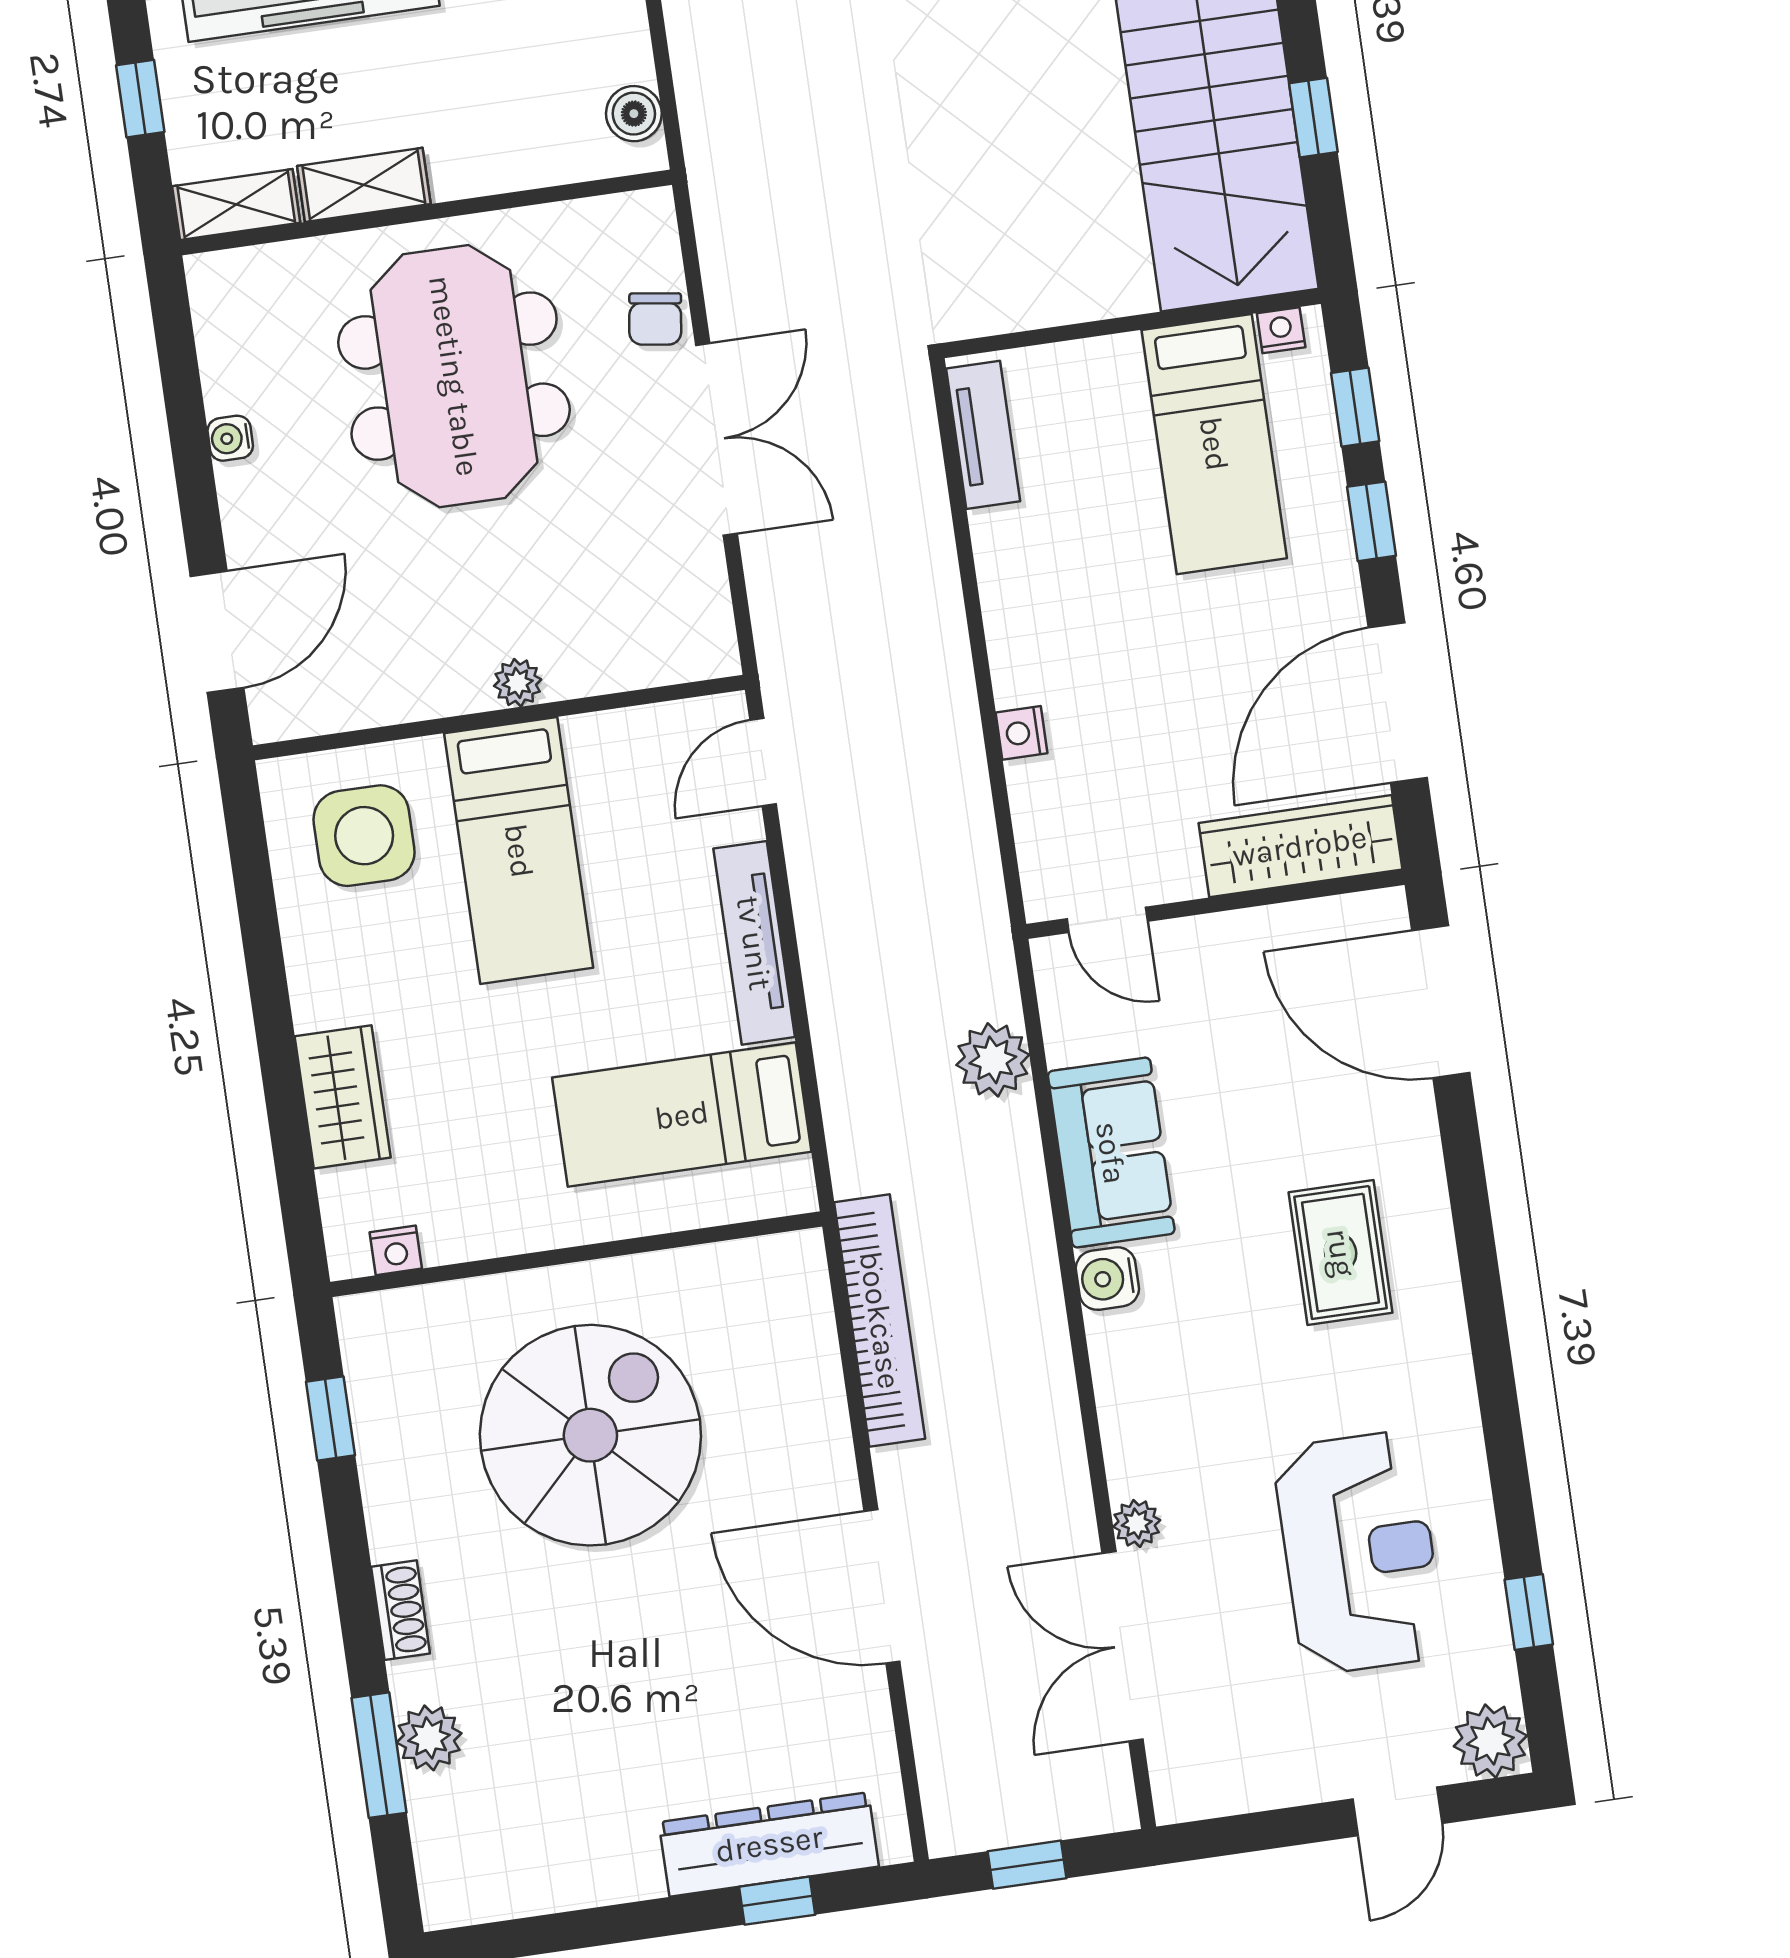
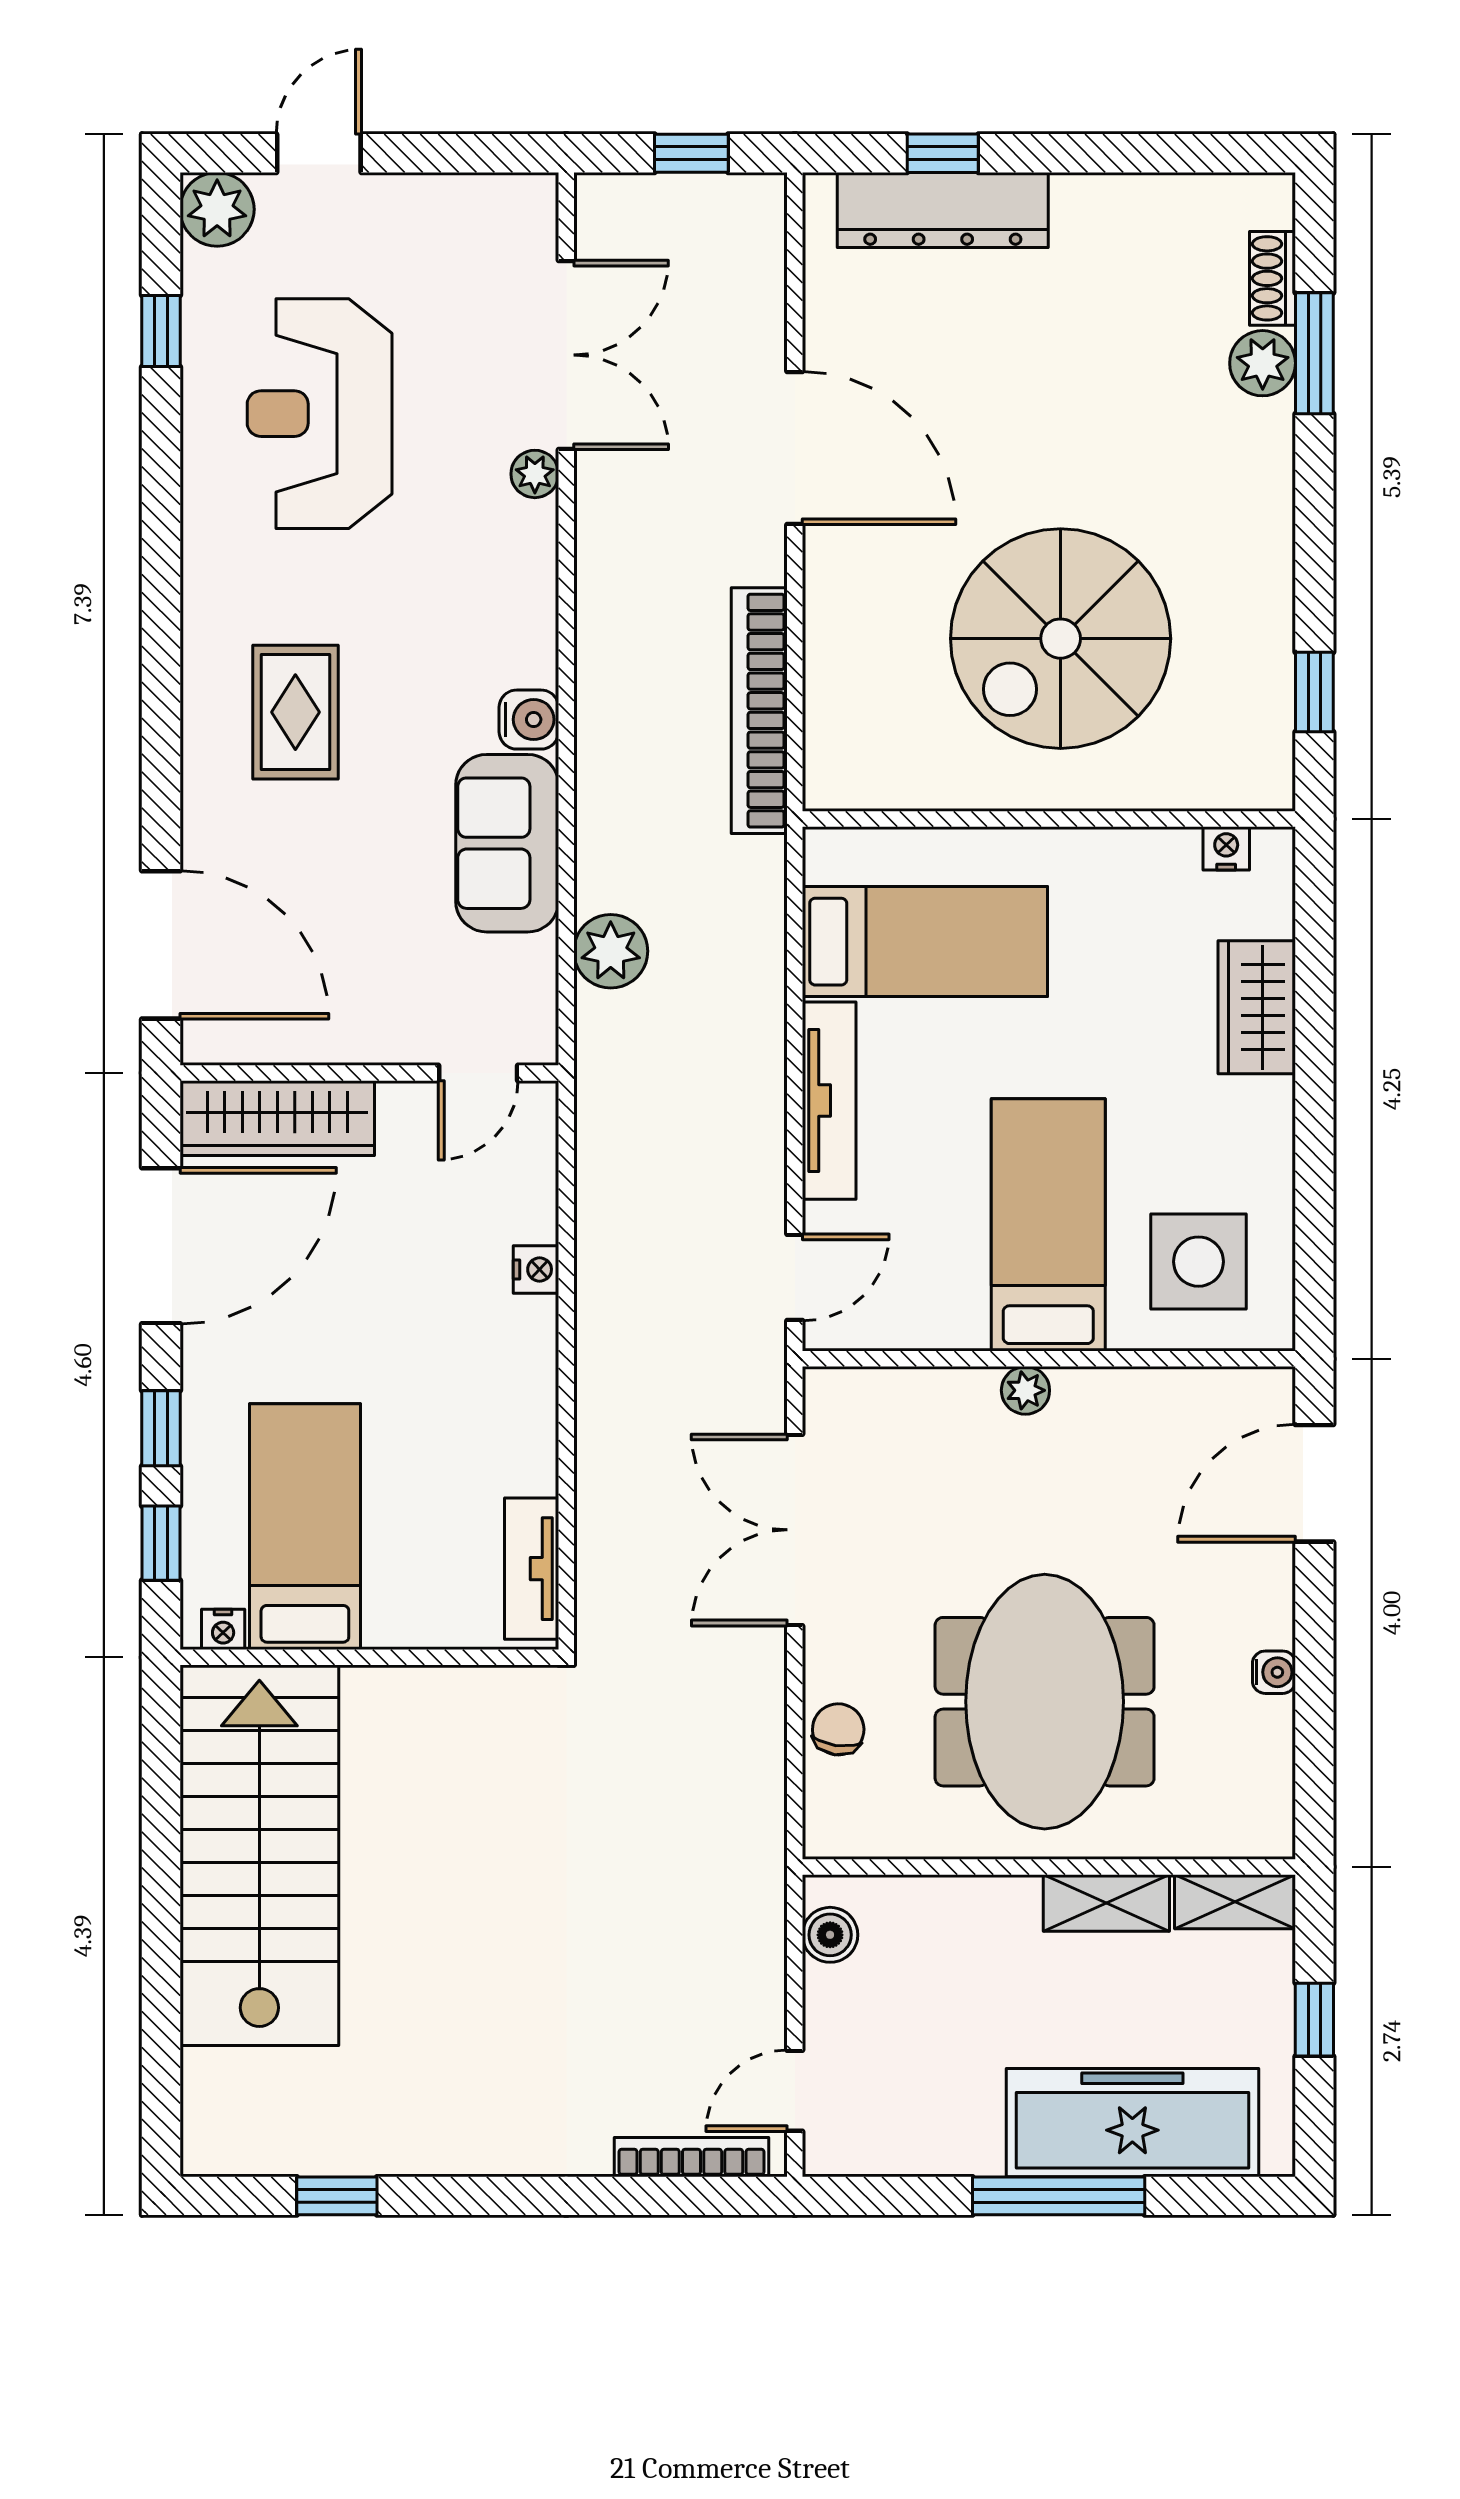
window: (1313, 118) -> (161, 1834), removed
double door: (717, 439) -> (795, 1530), moved
door: (1107, 920) -> (478, 1073), swing flipped
shoe rack: (401, 1610) -> (1273, 278), moved

